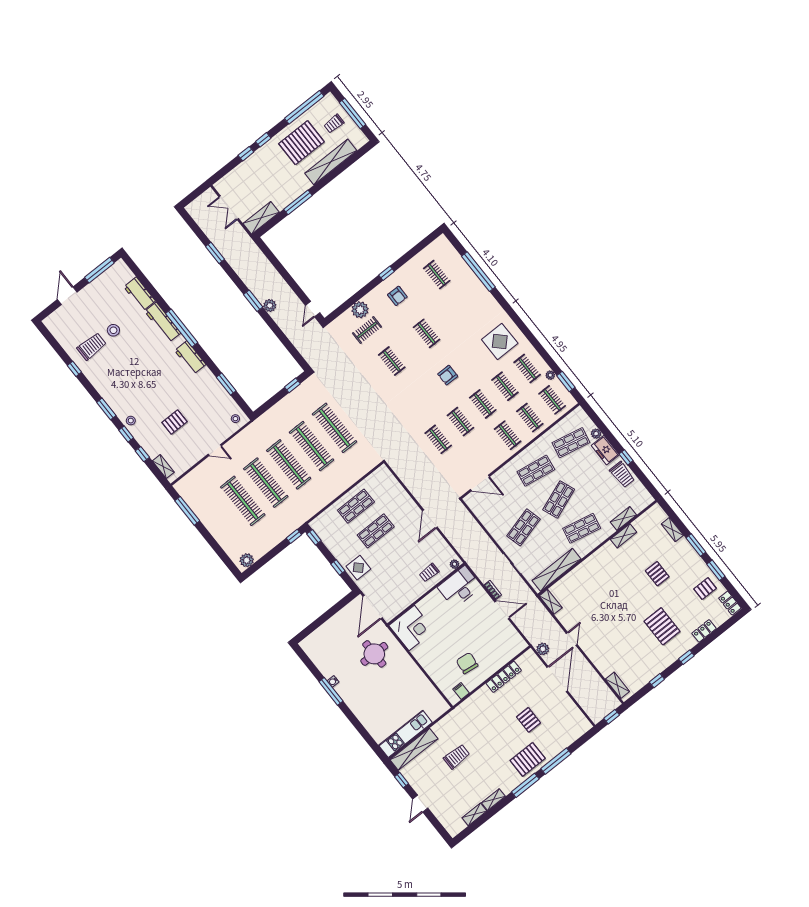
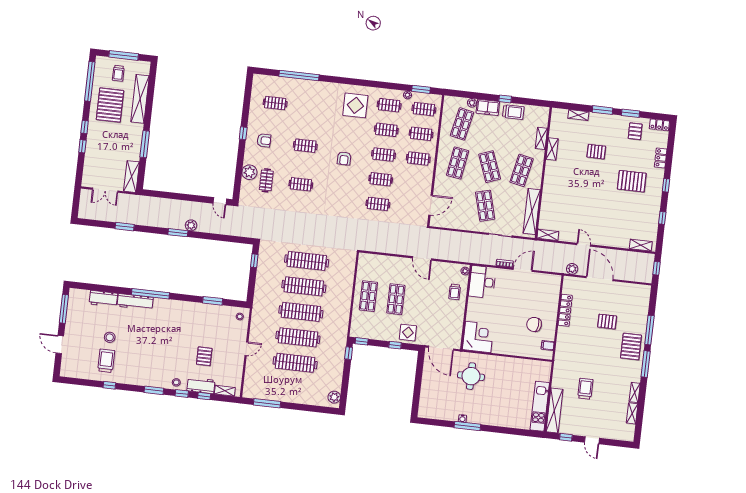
workbench: (190, 357) -> (201, 385), moved, turned 180

